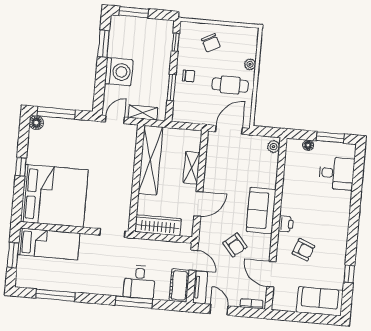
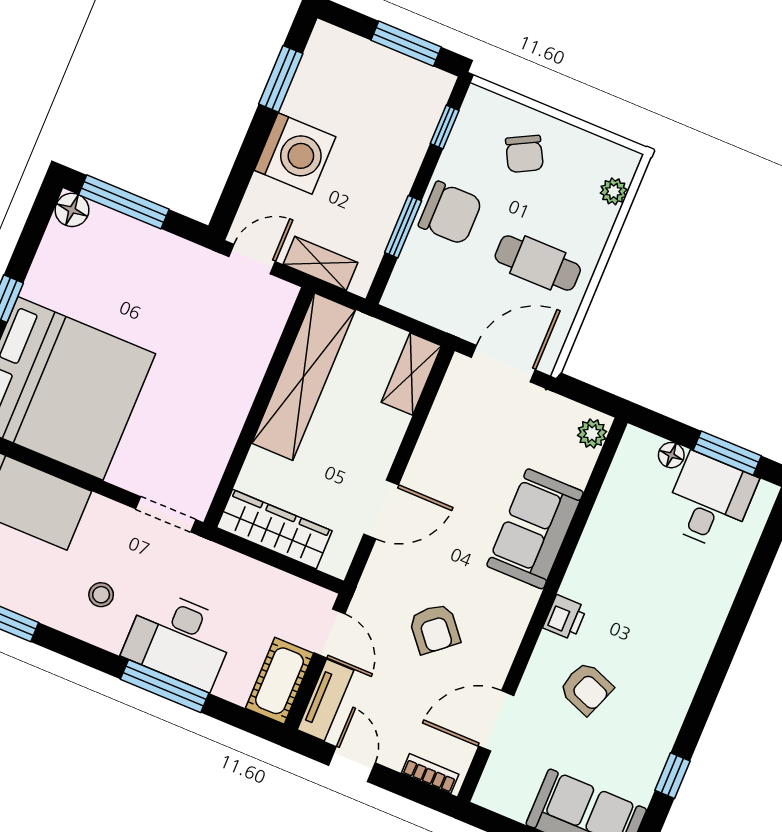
window: (134, 12) -> (406, 44), moved
plant: (250, 64) -> (614, 191), moved
chair: (189, 76) -> (450, 213), width x1.87, depth x1.87
shelving: (191, 168) -> (411, 374), moved
desk: (337, 173) -> (710, 501), moved, turned -90
sofa: (261, 210) -> (535, 529), moved
stool: (97, 274) -> (101, 595), added
door: (271, 274) -> (496, 721), hinge flipped
desk: (139, 282) -> (179, 639), width x1.37

